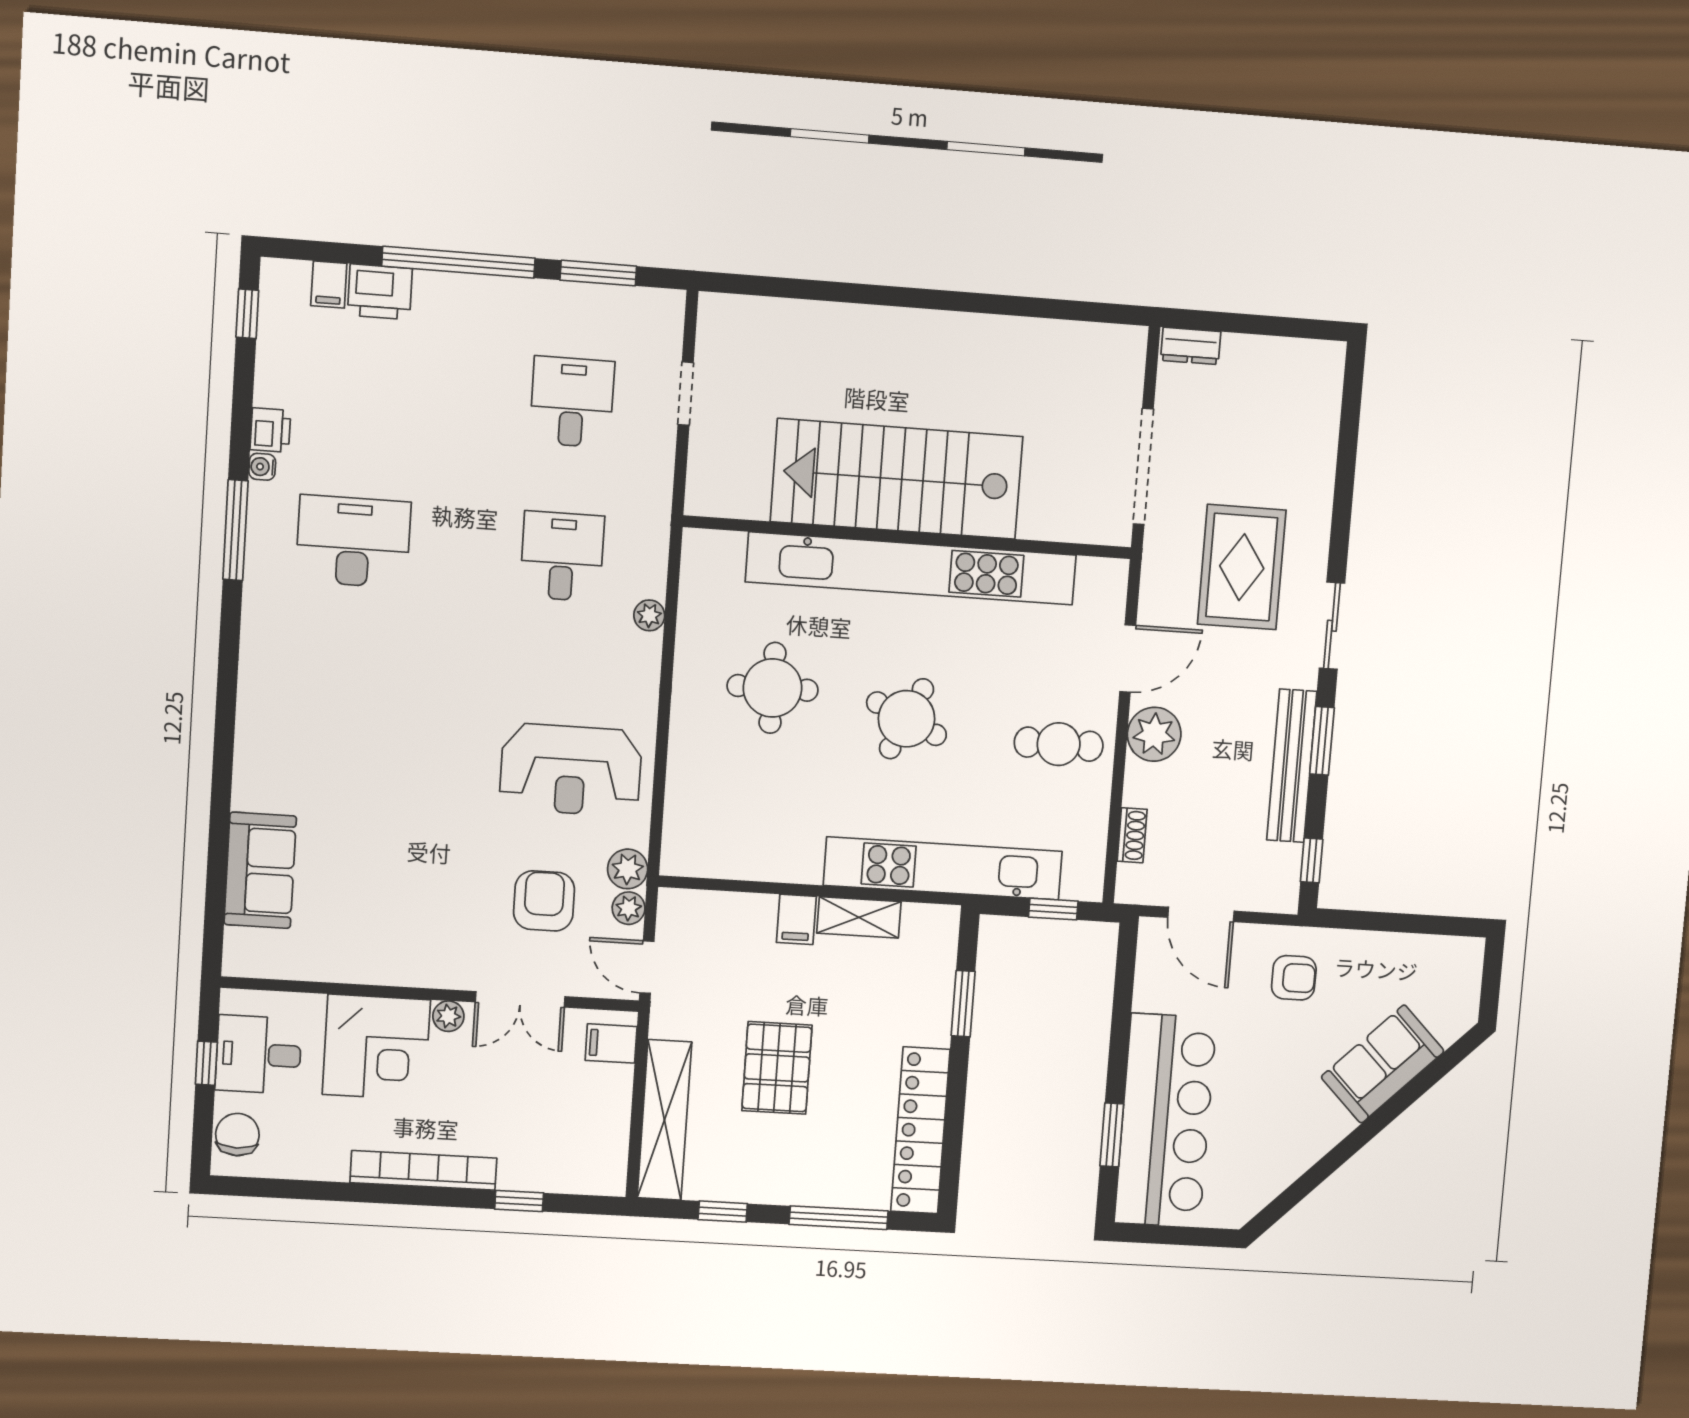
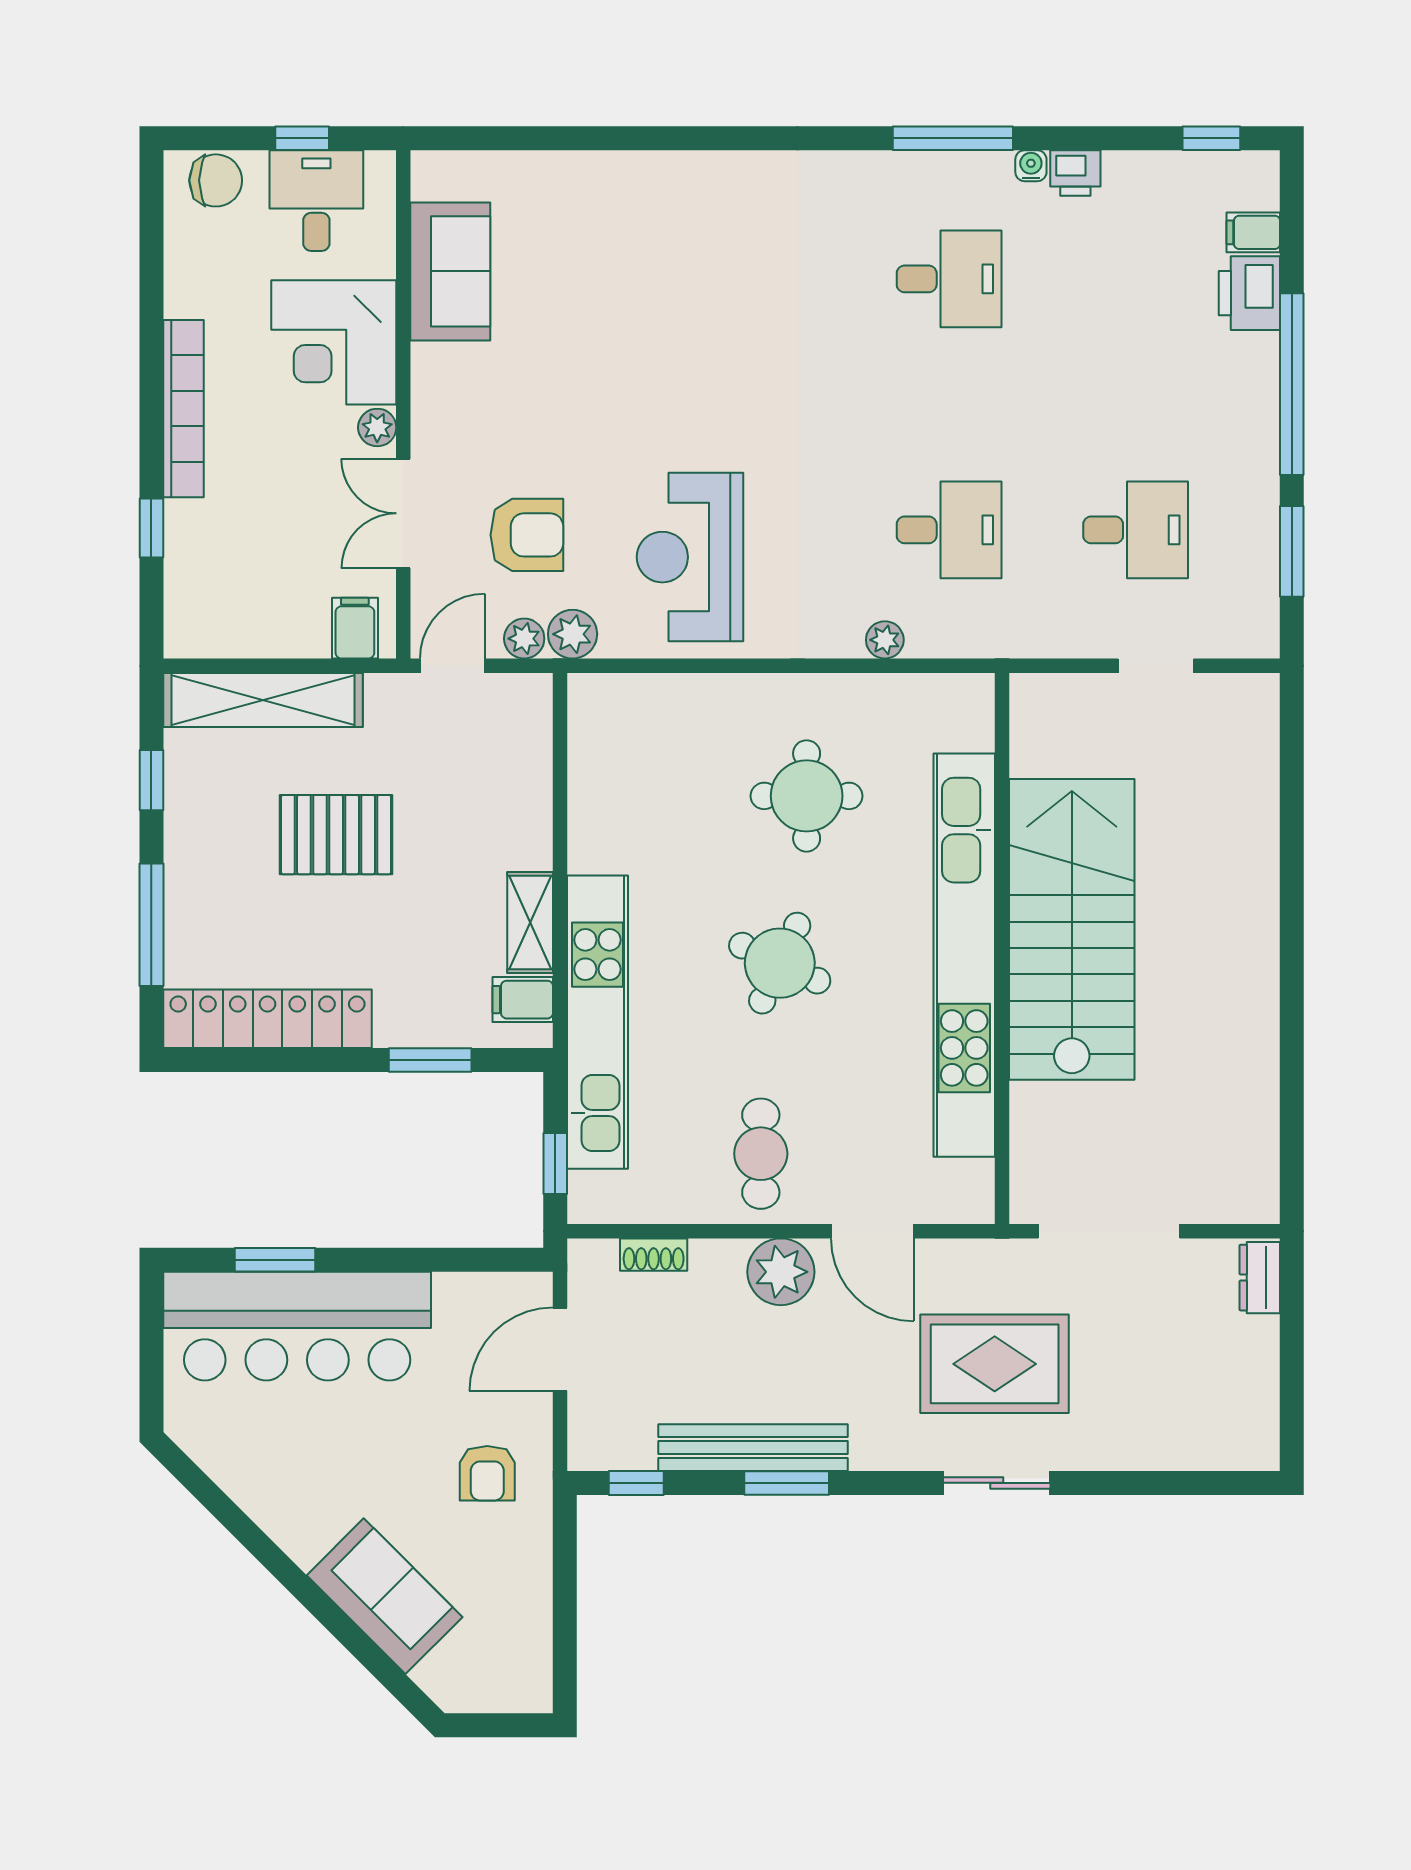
desk: (353, 542) -> (949, 279), width x0.73
sliding door: (1332, 626) -> (997, 1483), moved
sofa: (260, 870) -> (450, 271), moved, turned -90
filing cabinet: (796, 919) -> (523, 1000), moved

